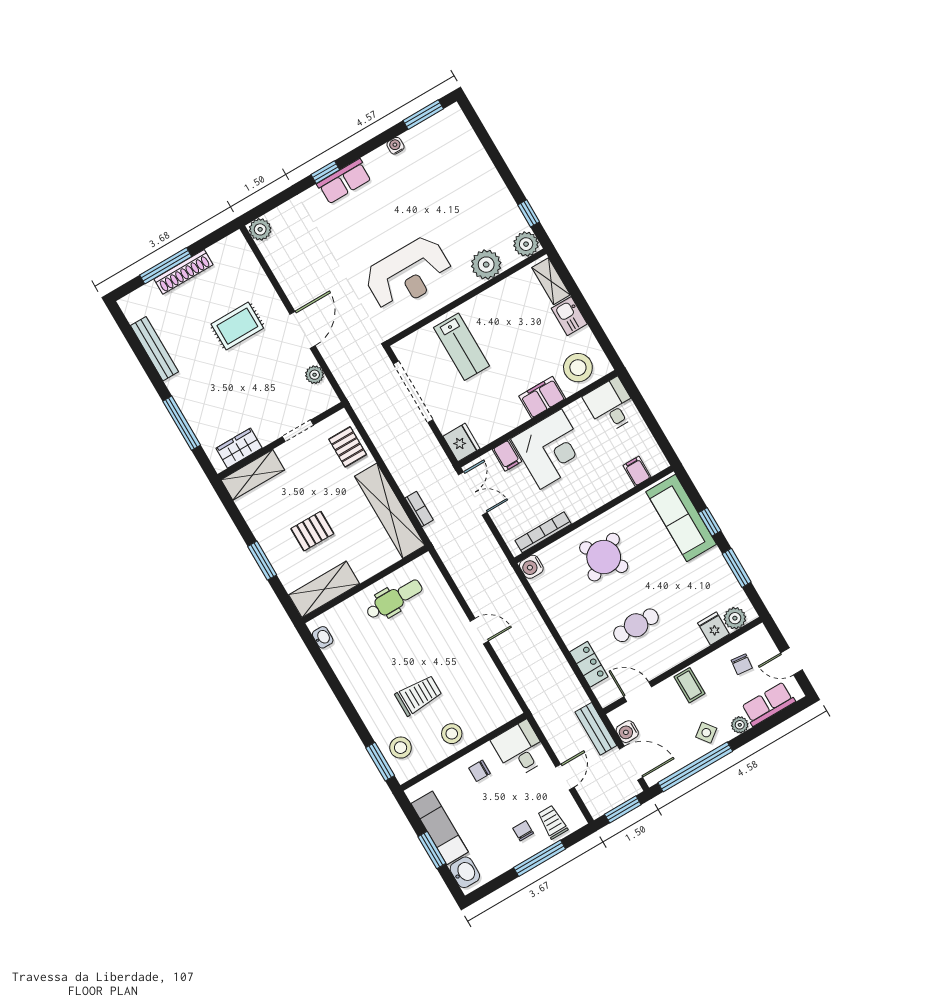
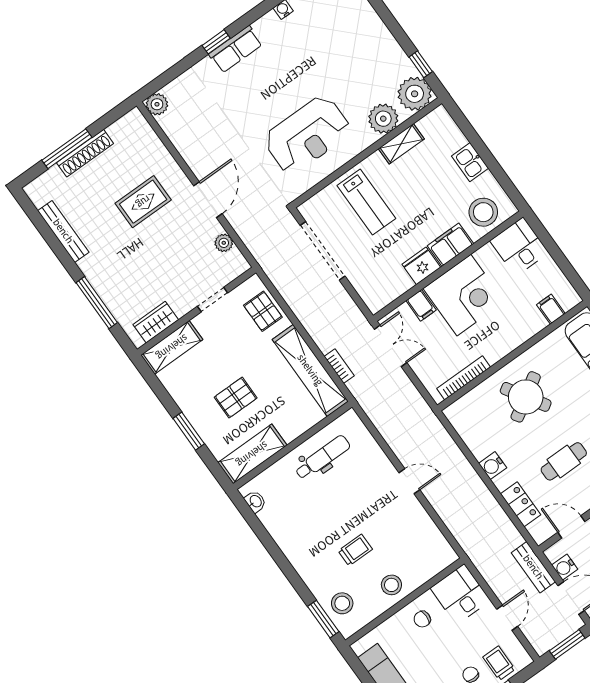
plant: (526, 244) -> (415, 94), width x1.36, depth x1.36
shelving: (551, 281) -> (401, 144), moved, turned 90
fridge: (461, 442) -> (421, 266), moved, turned -90
water cooler: (531, 567) -> (493, 466), moved
trolley: (419, 695) -> (355, 550), width x0.73, depth x0.72

